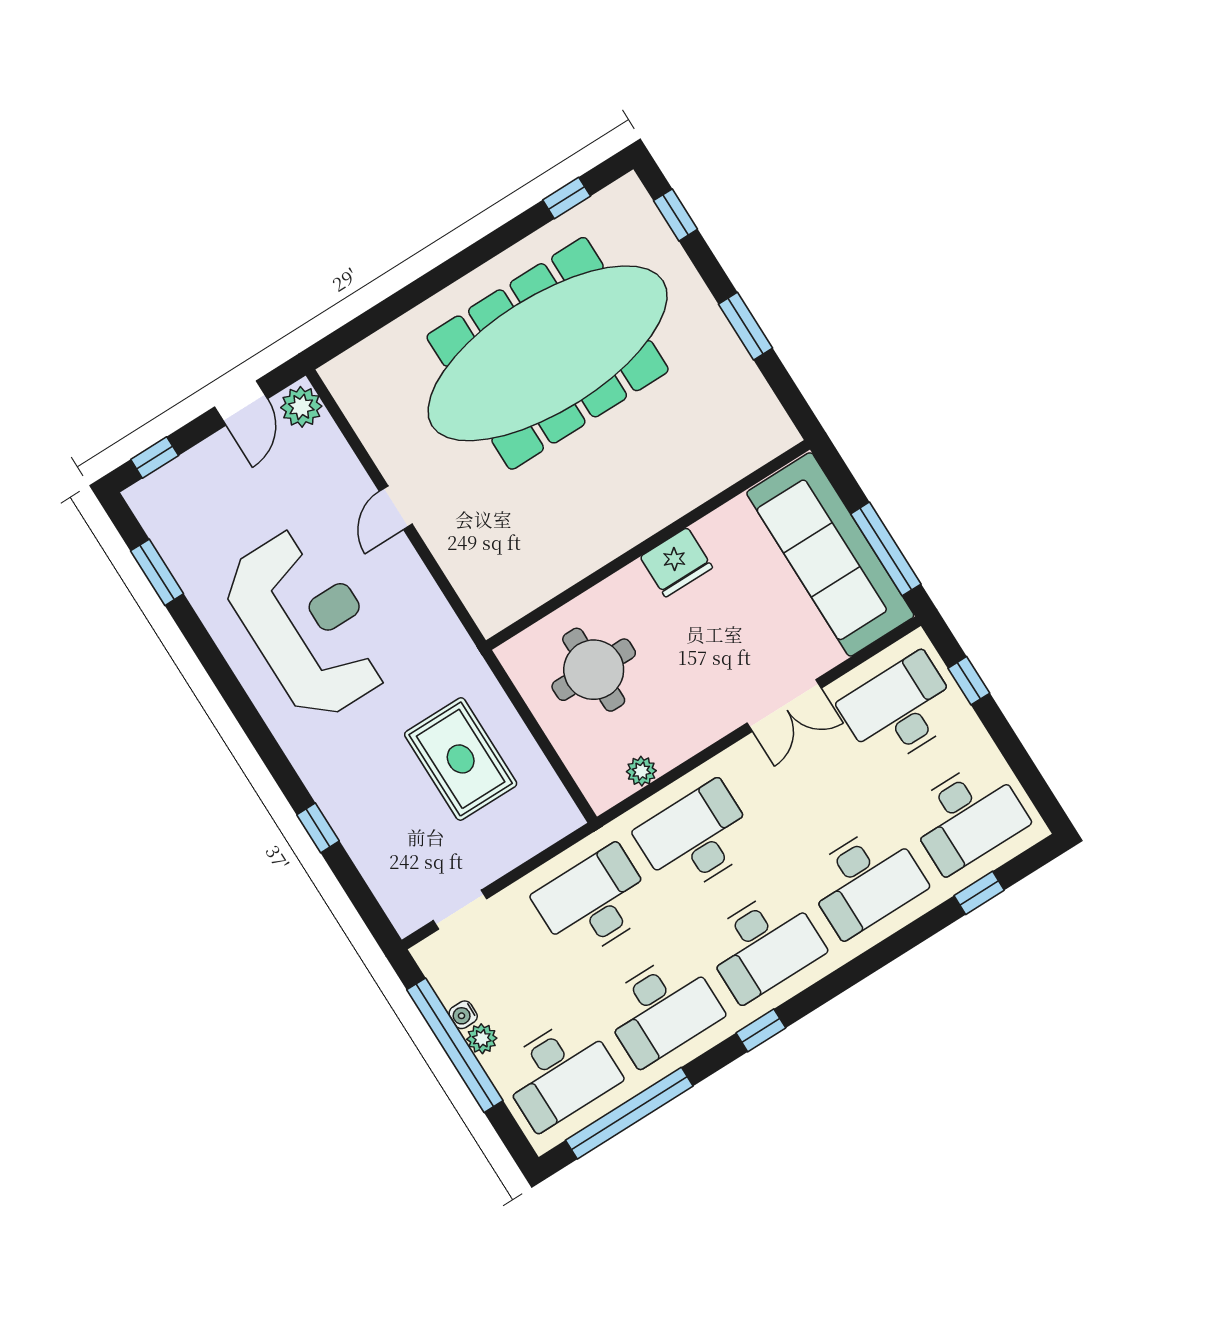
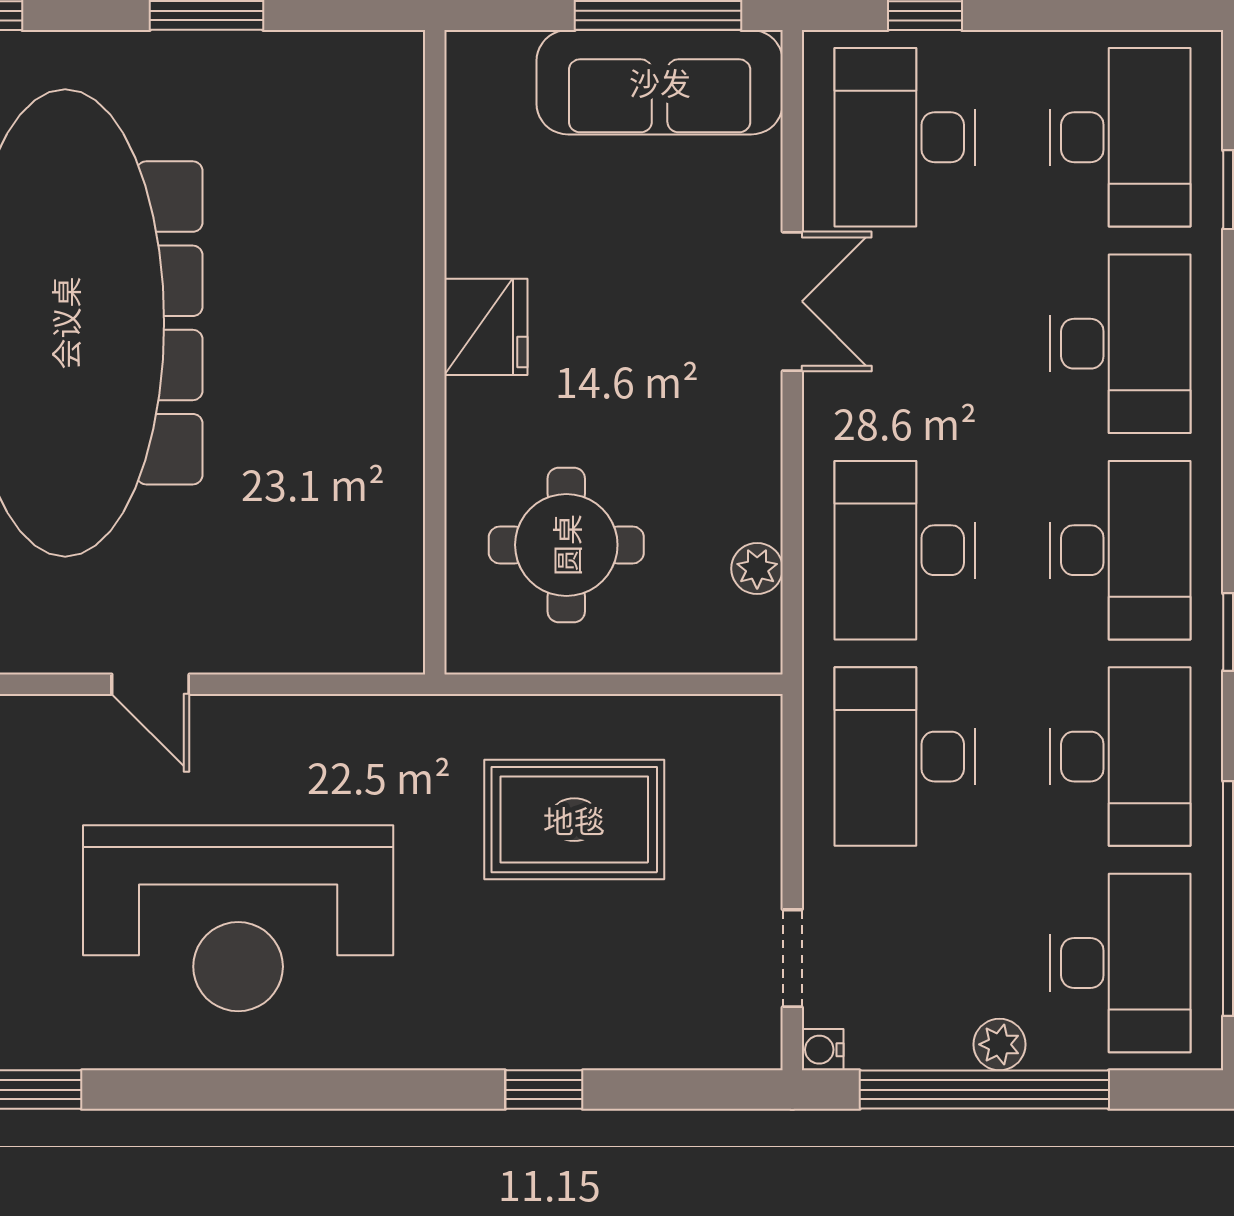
sofa: (830, 554) -> (660, 82), width x0.74, depth x0.79
reception desk: (308, 624) -> (238, 918), turned 180
water cooler: (463, 1015) -> (823, 1050), moved, turned 90

